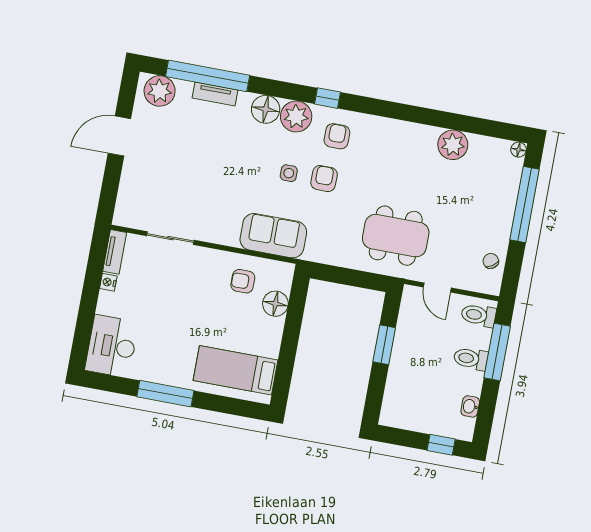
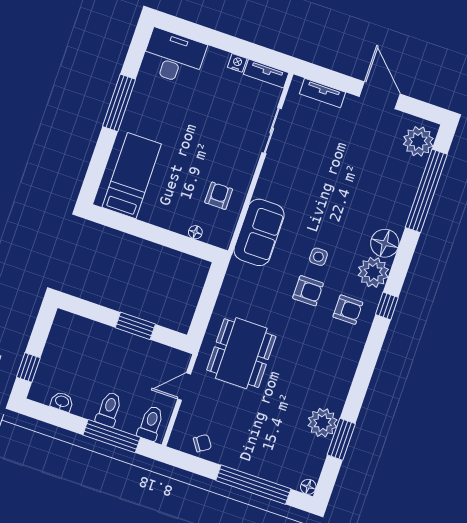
tv unit: (215, 94) -> (323, 93), moved, turned -90
window: (466, 124) -> (341, 439), added
floor lamp: (275, 304) -> (195, 232), width x0.53, depth x0.53

